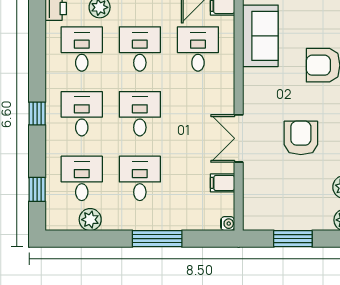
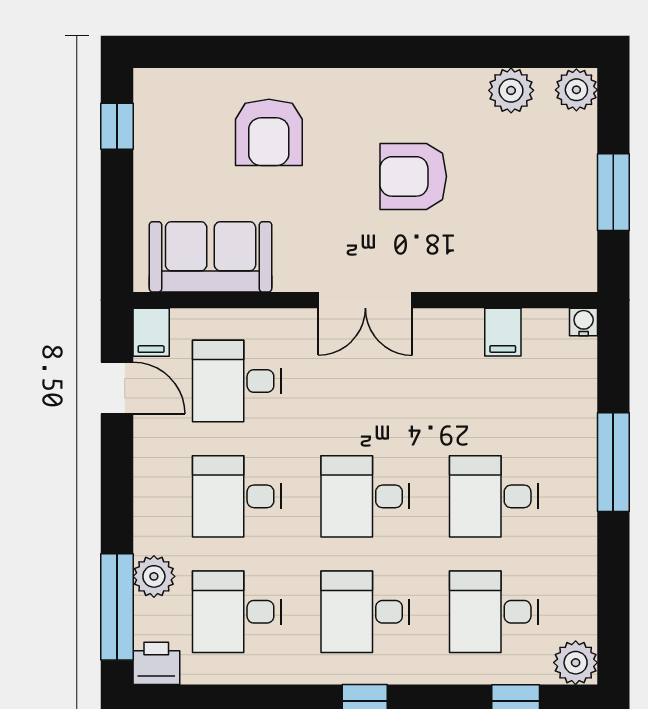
double door: (239, 138) -> (365, 300), moved
plant: (90, 220) -> (576, 663), moved

